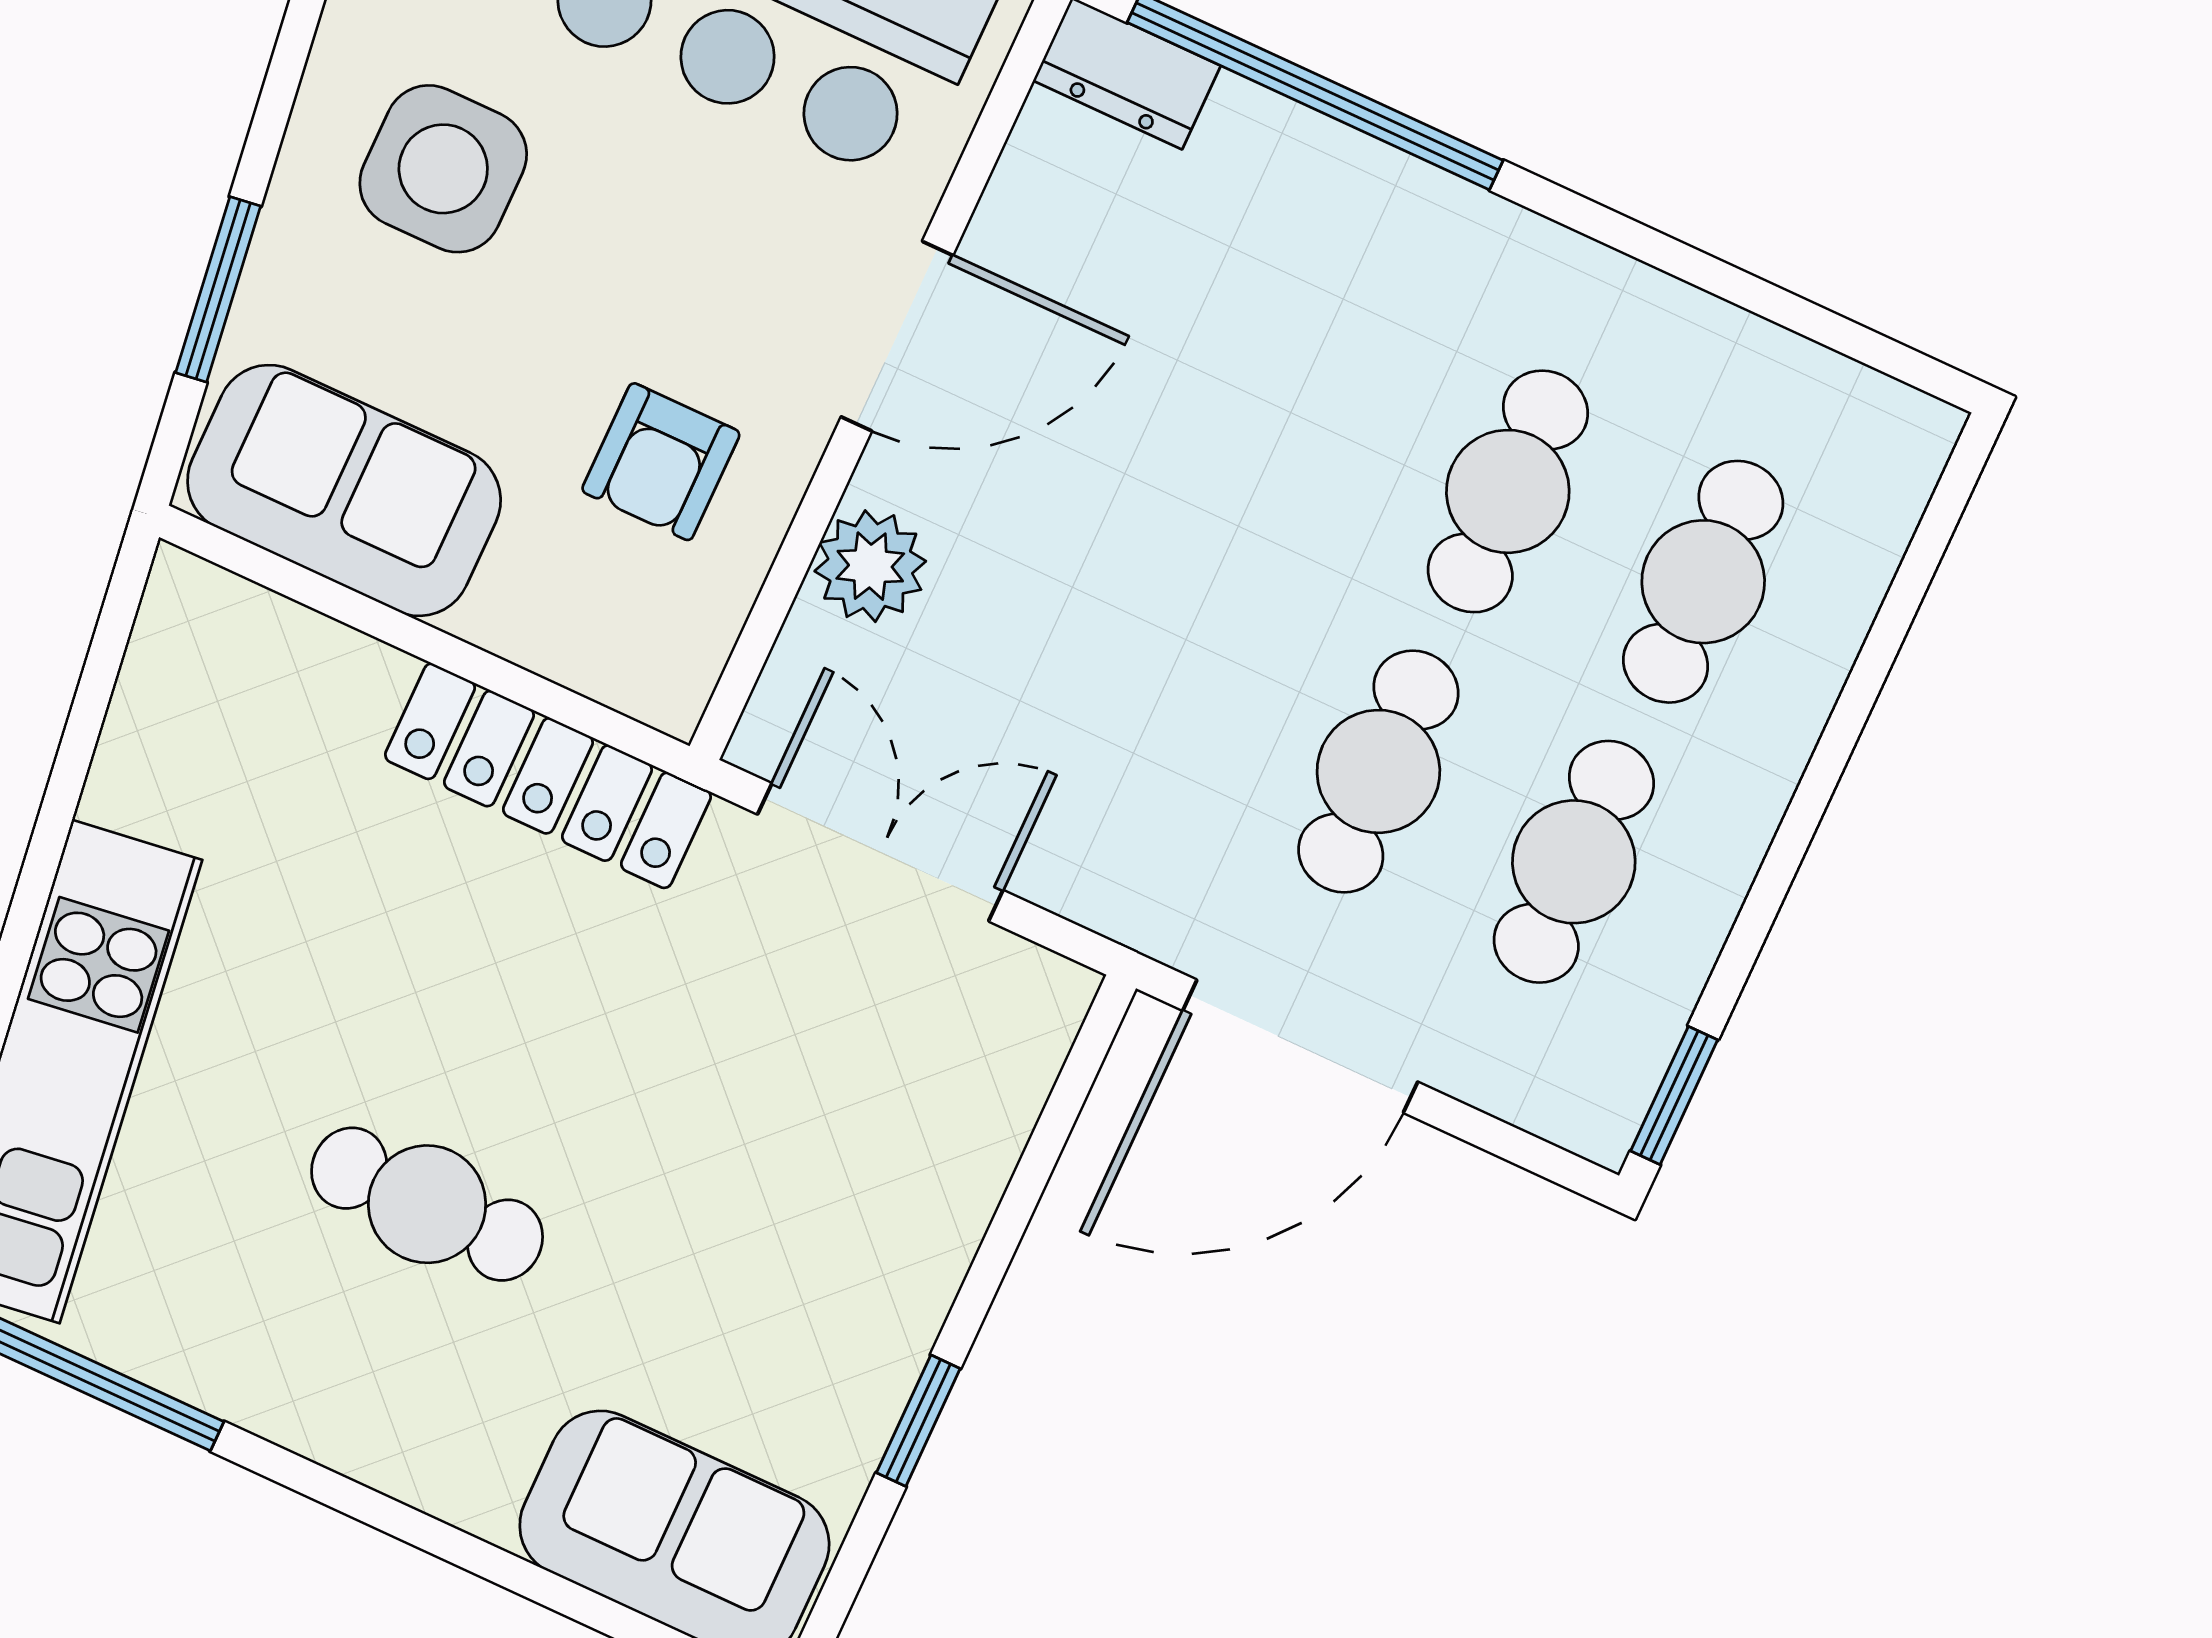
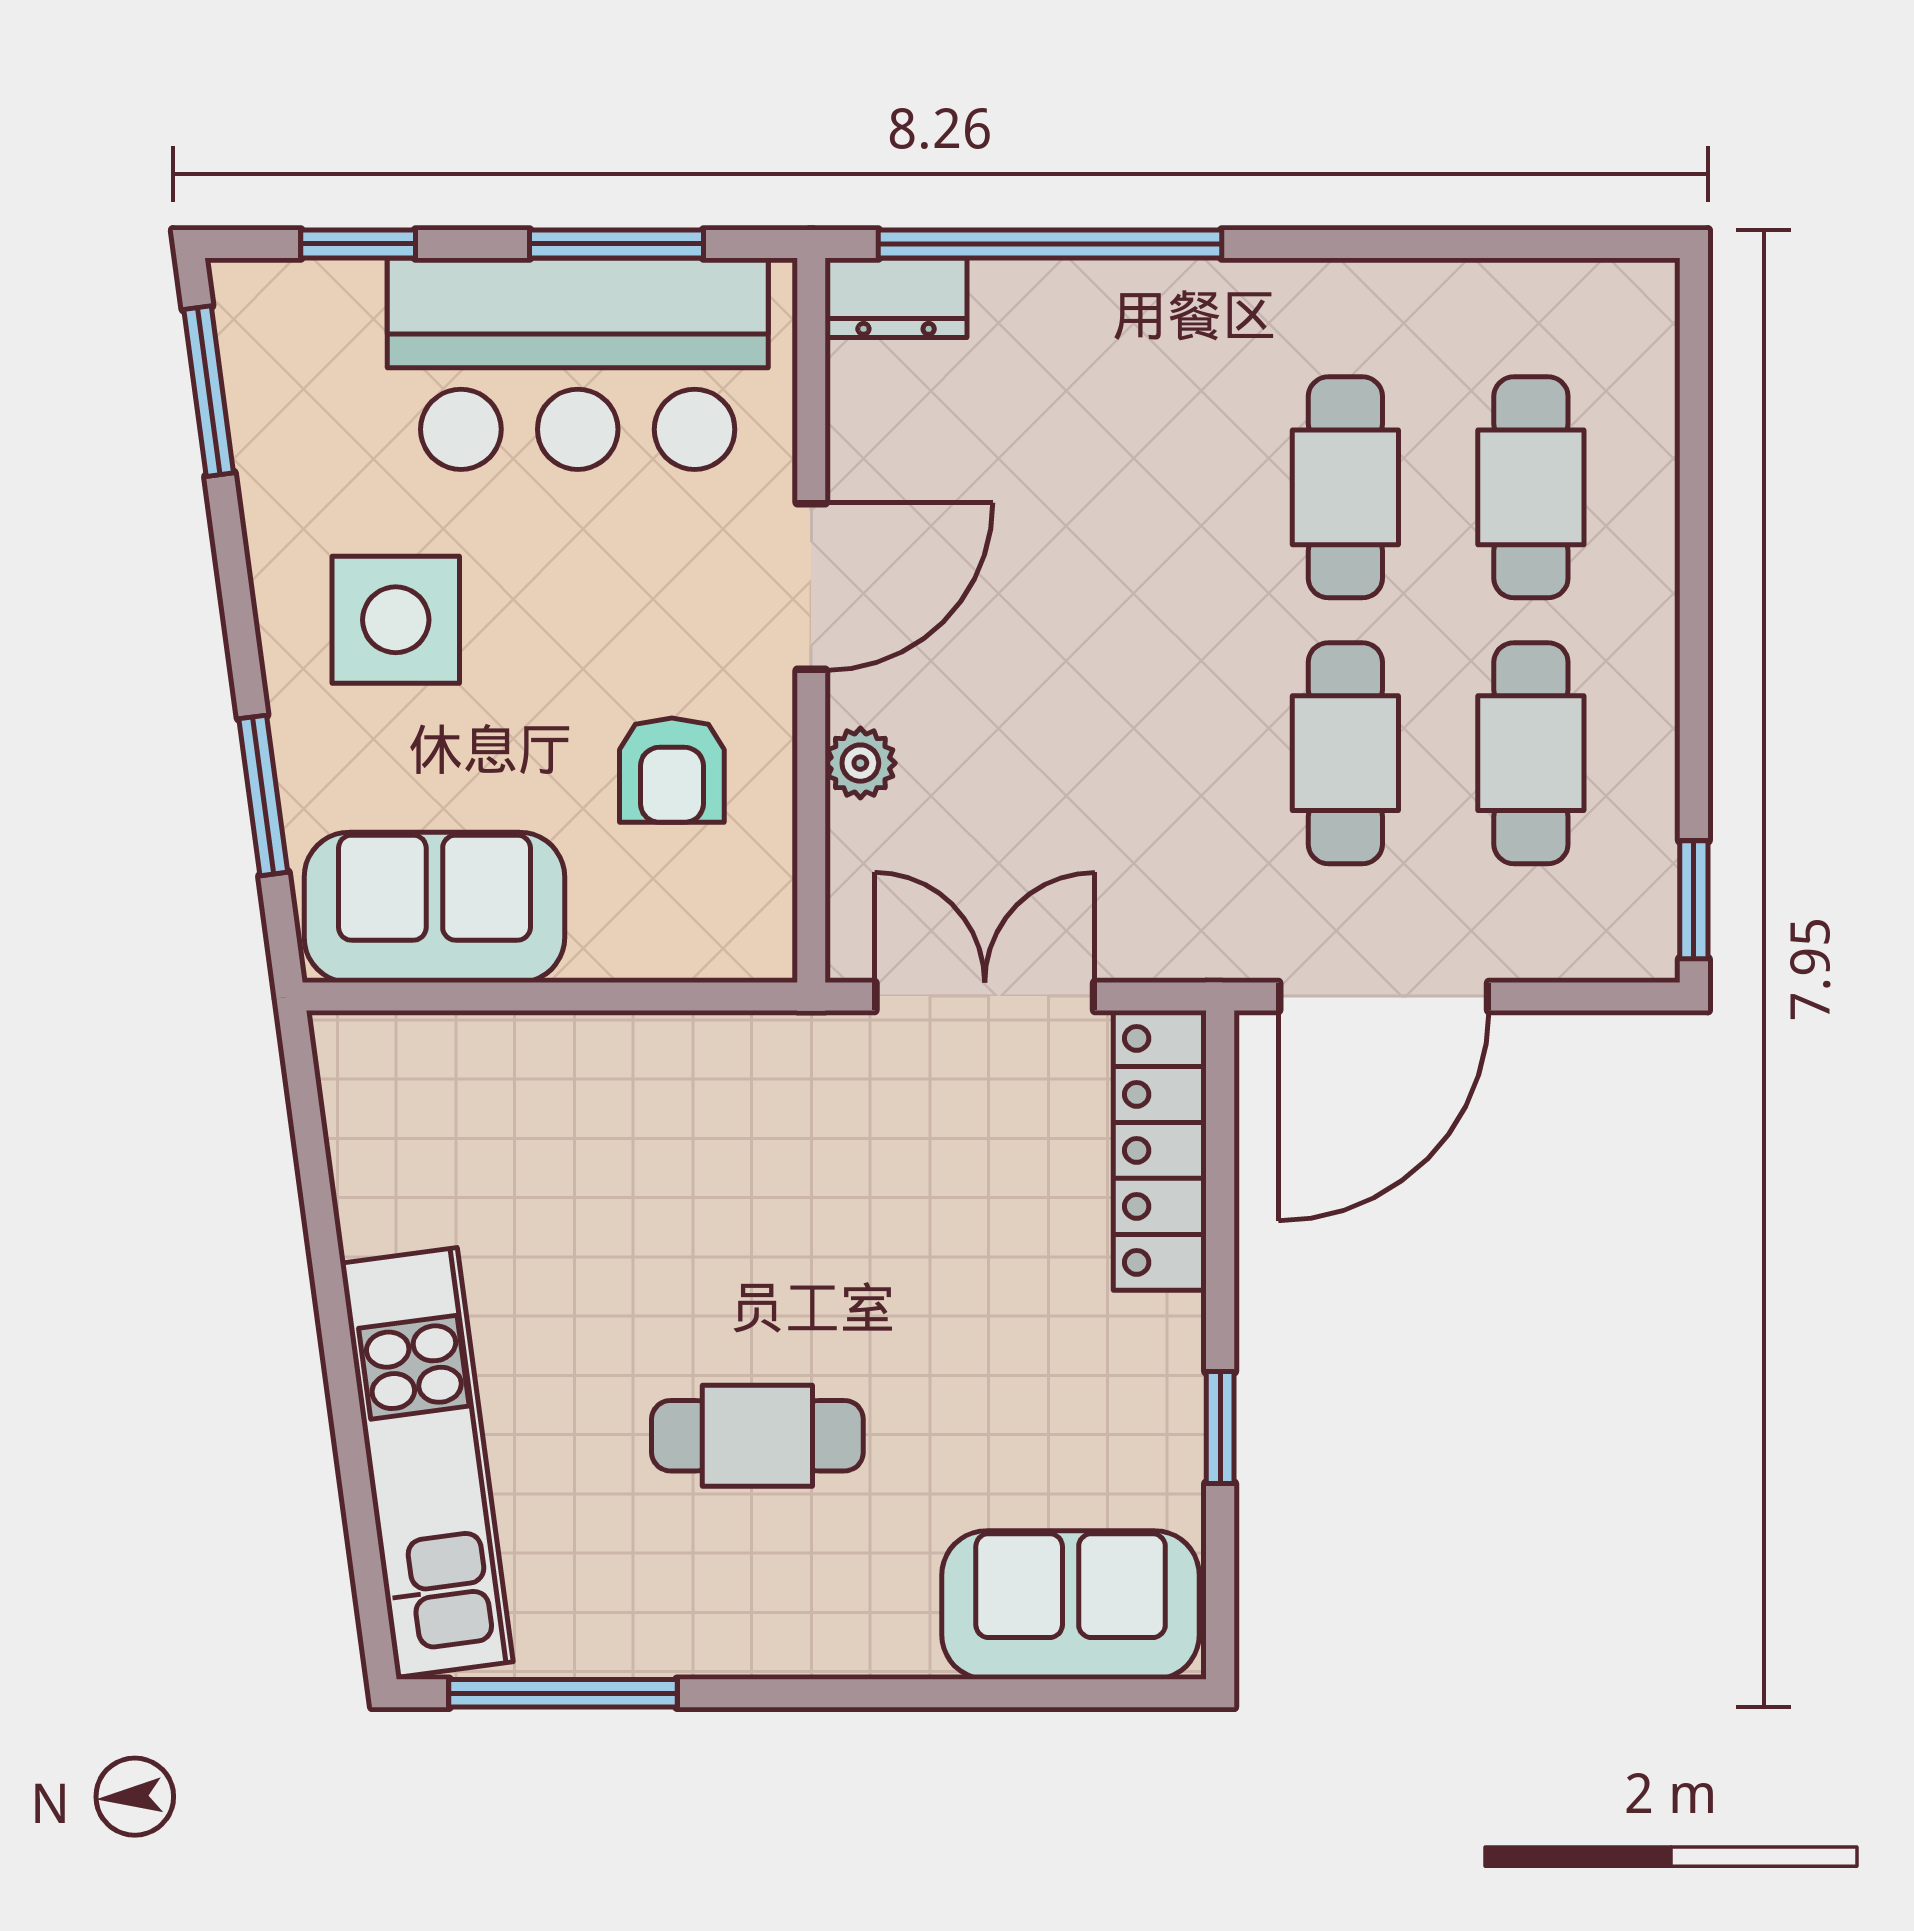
plant: (870, 566) -> (860, 763), width x0.73, depth x0.73
locker: (548, 776) -> (1160, 1150), moved, turned 90

